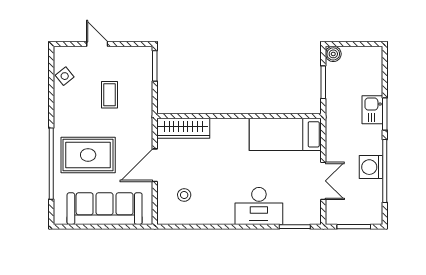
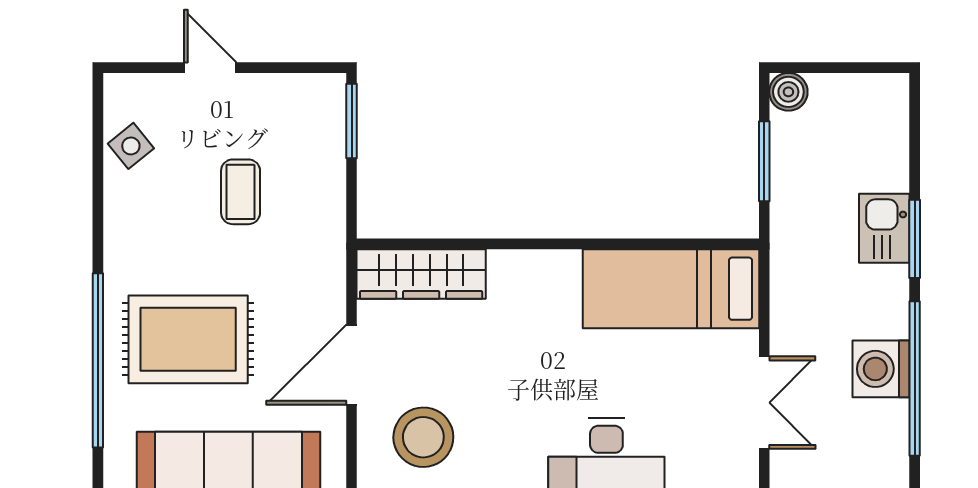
stool: (184, 195) -> (423, 437), width x1.89, depth x1.89

